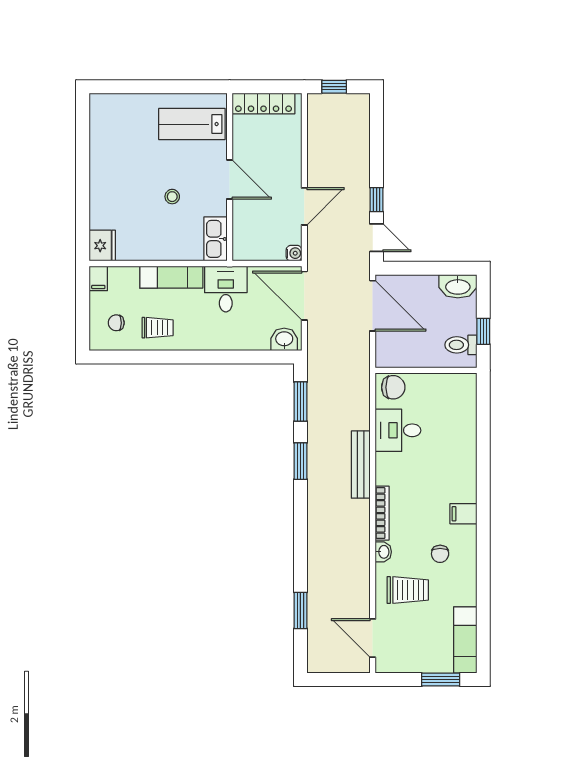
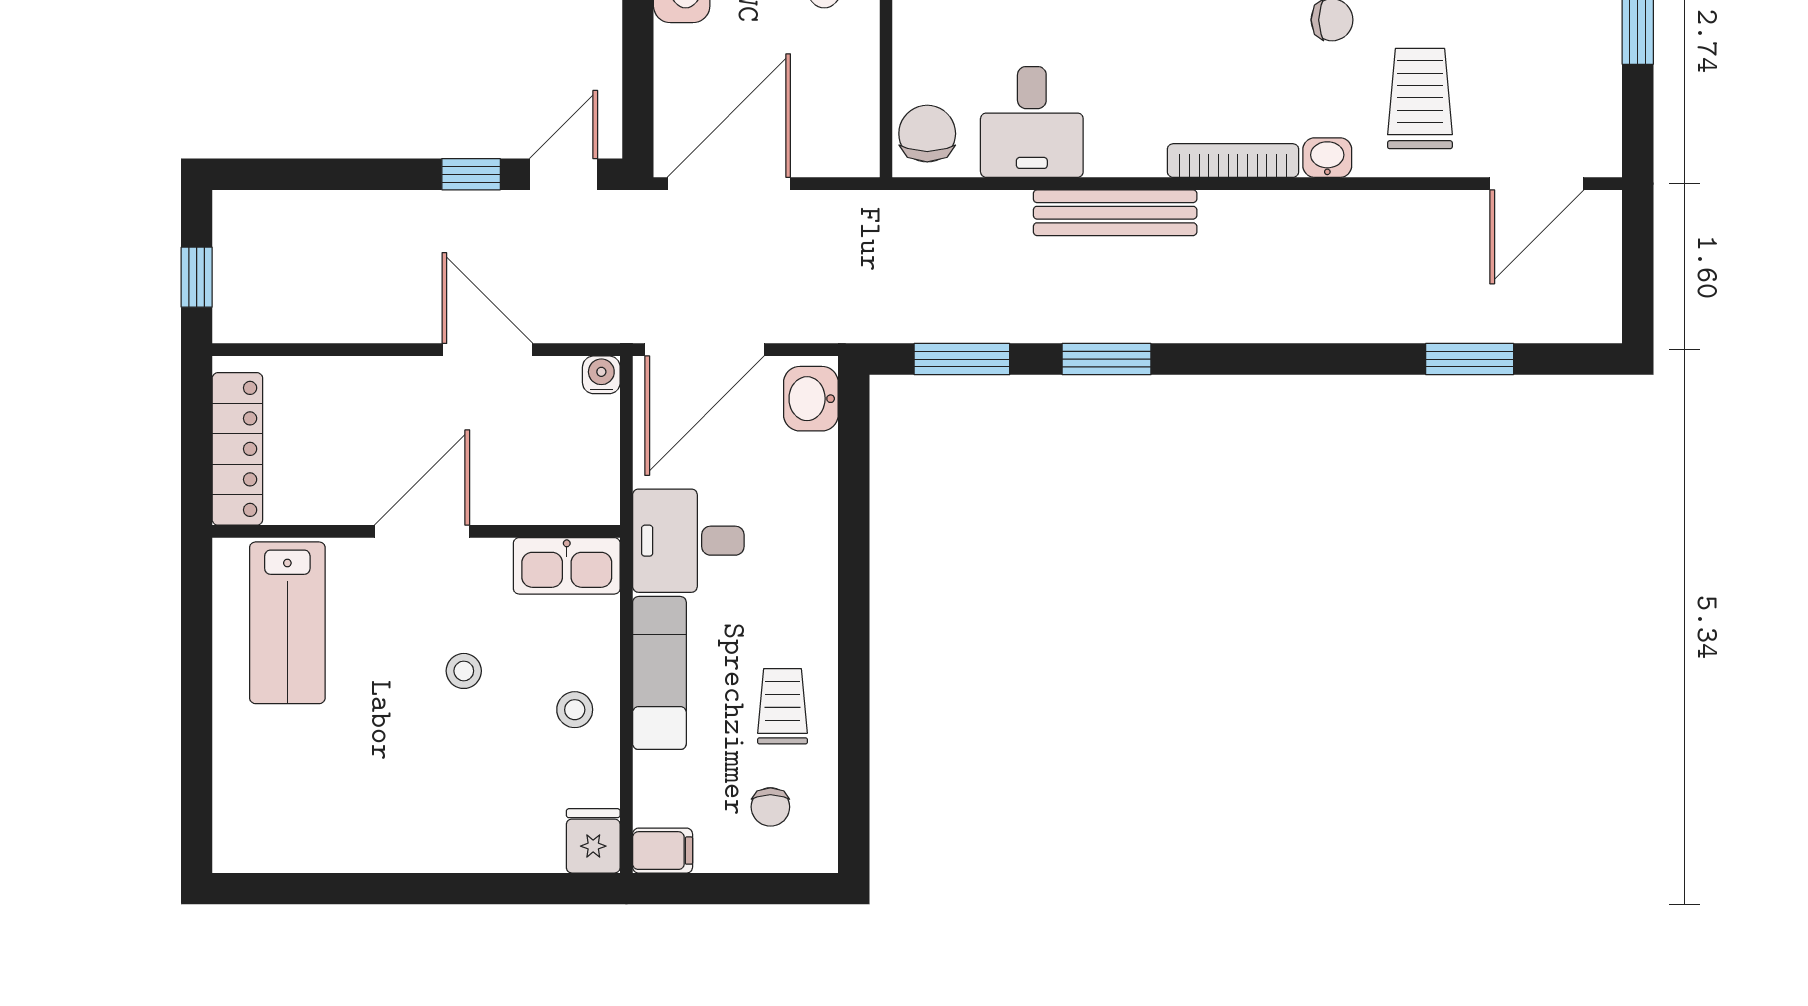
stool: (156, 242) -> (575, 710), added
fridge: (102, 246) -> (593, 841), width x0.72

